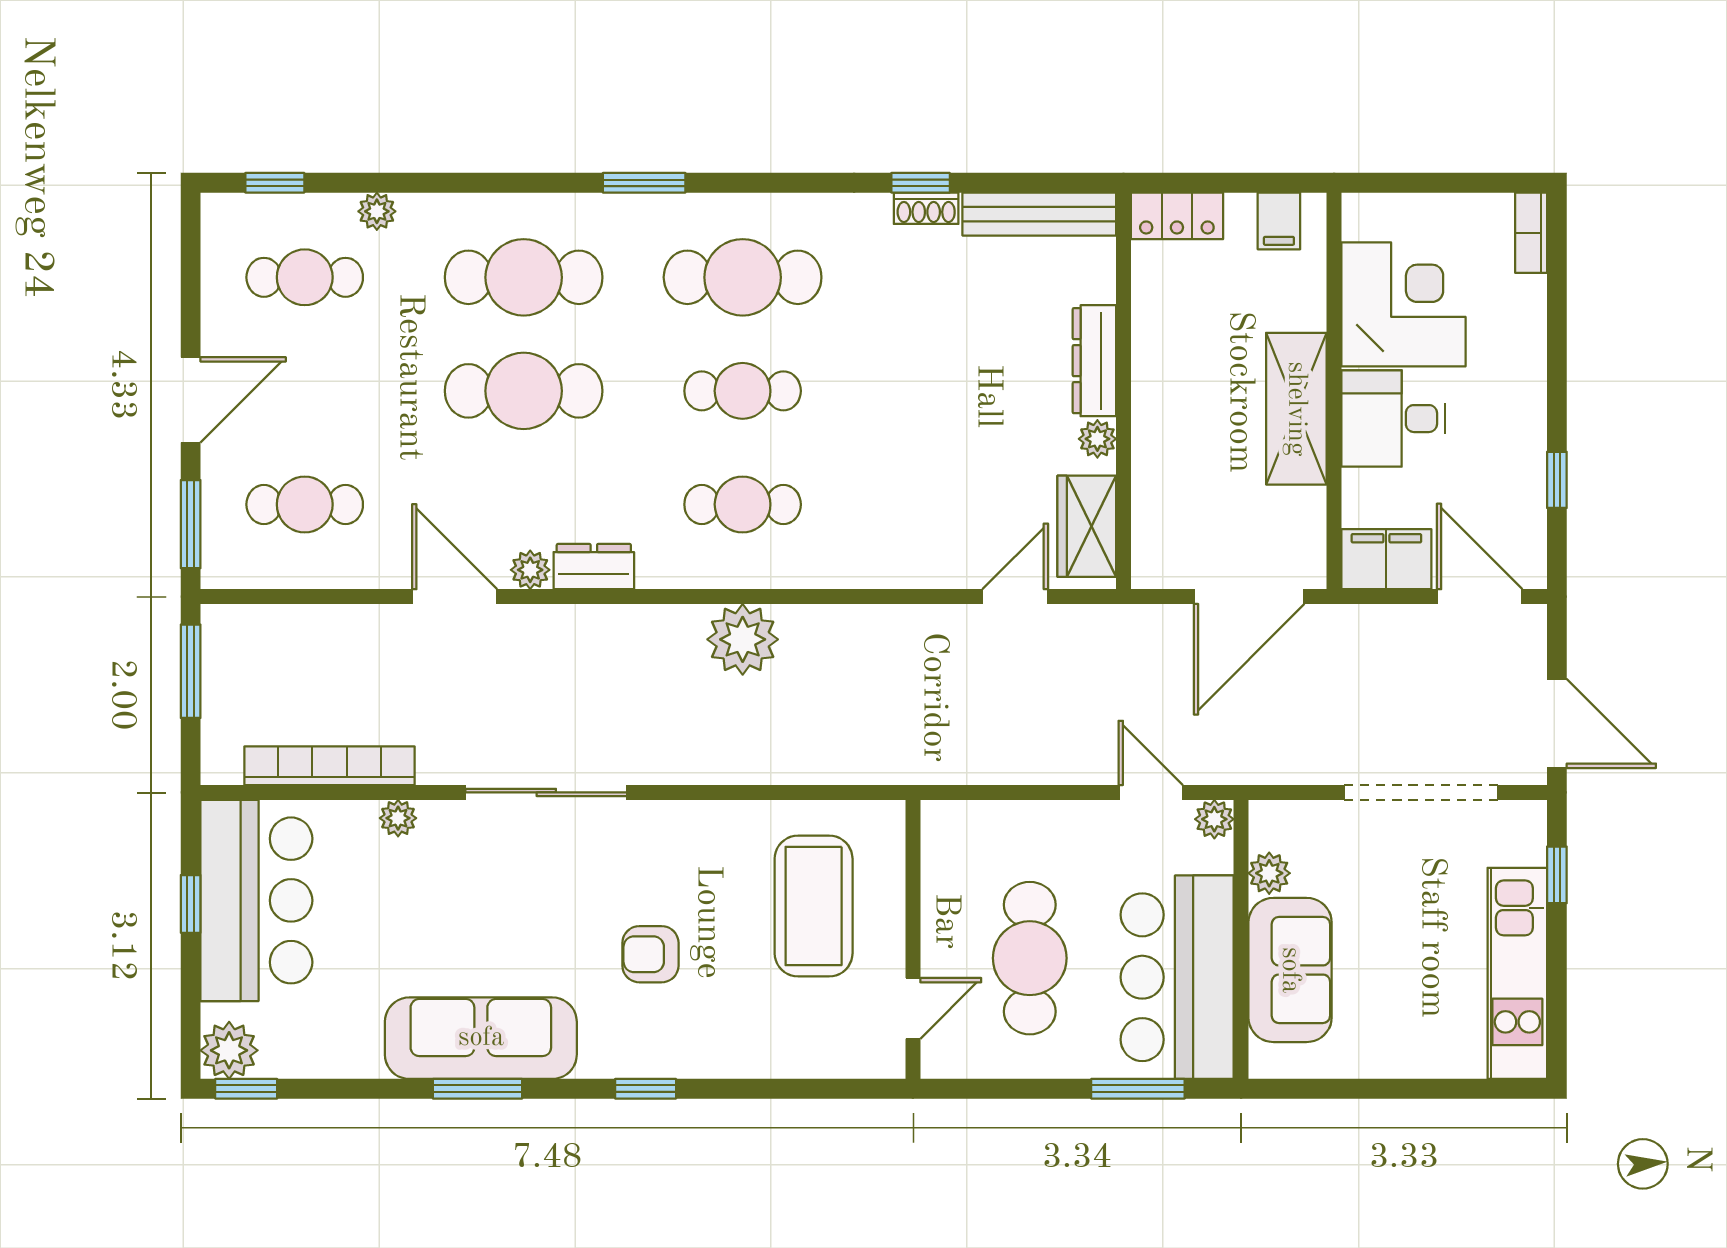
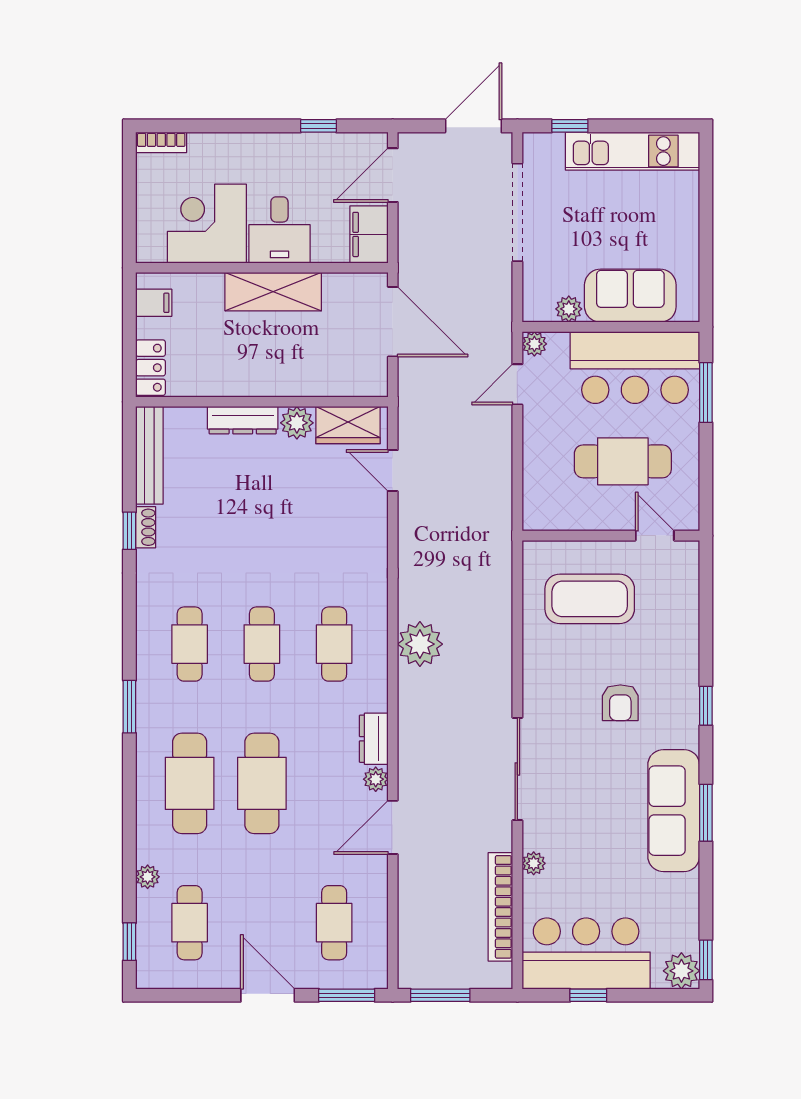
cafe table: (743, 277) -> (190, 644), width x0.73, depth x0.74
plant: (1097, 439) -> (297, 423), width x1.38, depth x1.38

